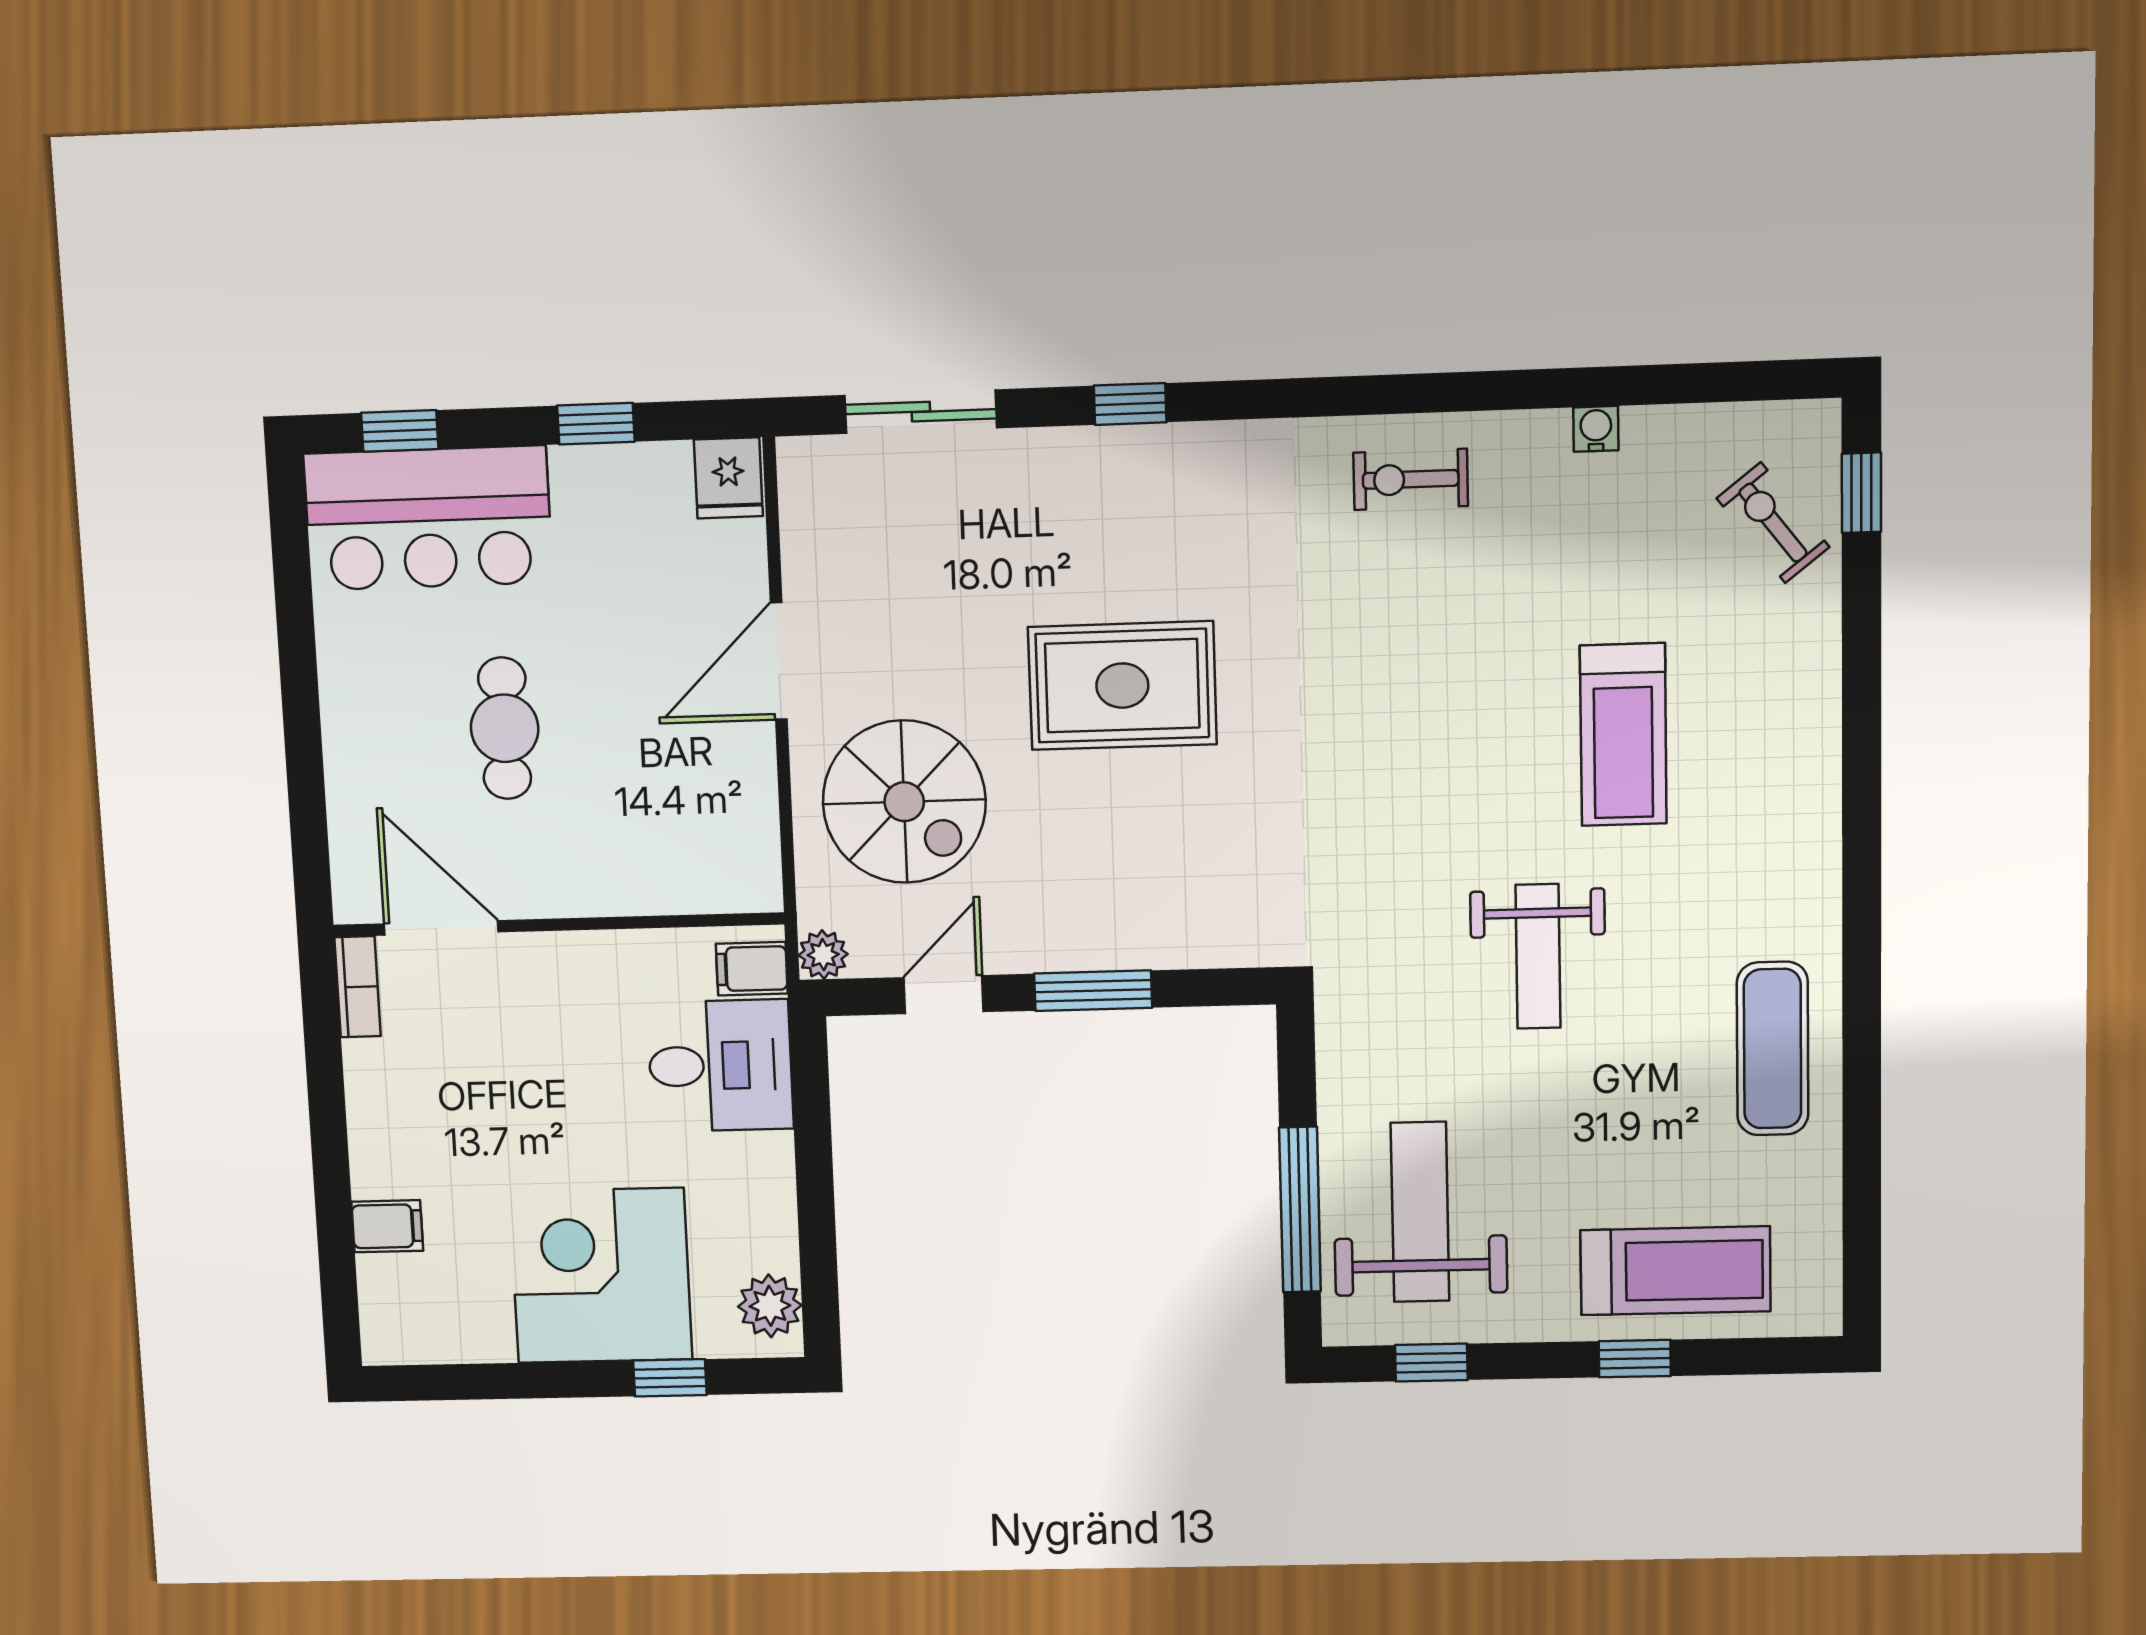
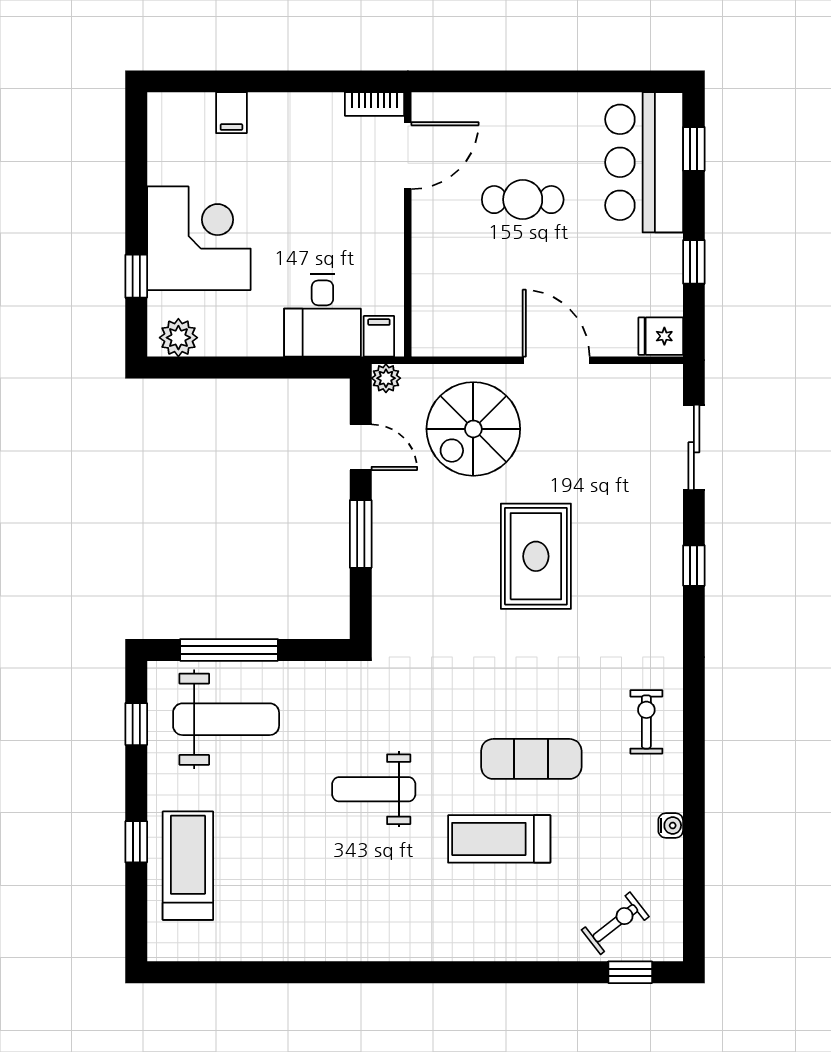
exercise mat: (1773, 1049) -> (531, 759), moved
treadmill: (1675, 1271) -> (188, 866), turned 180

